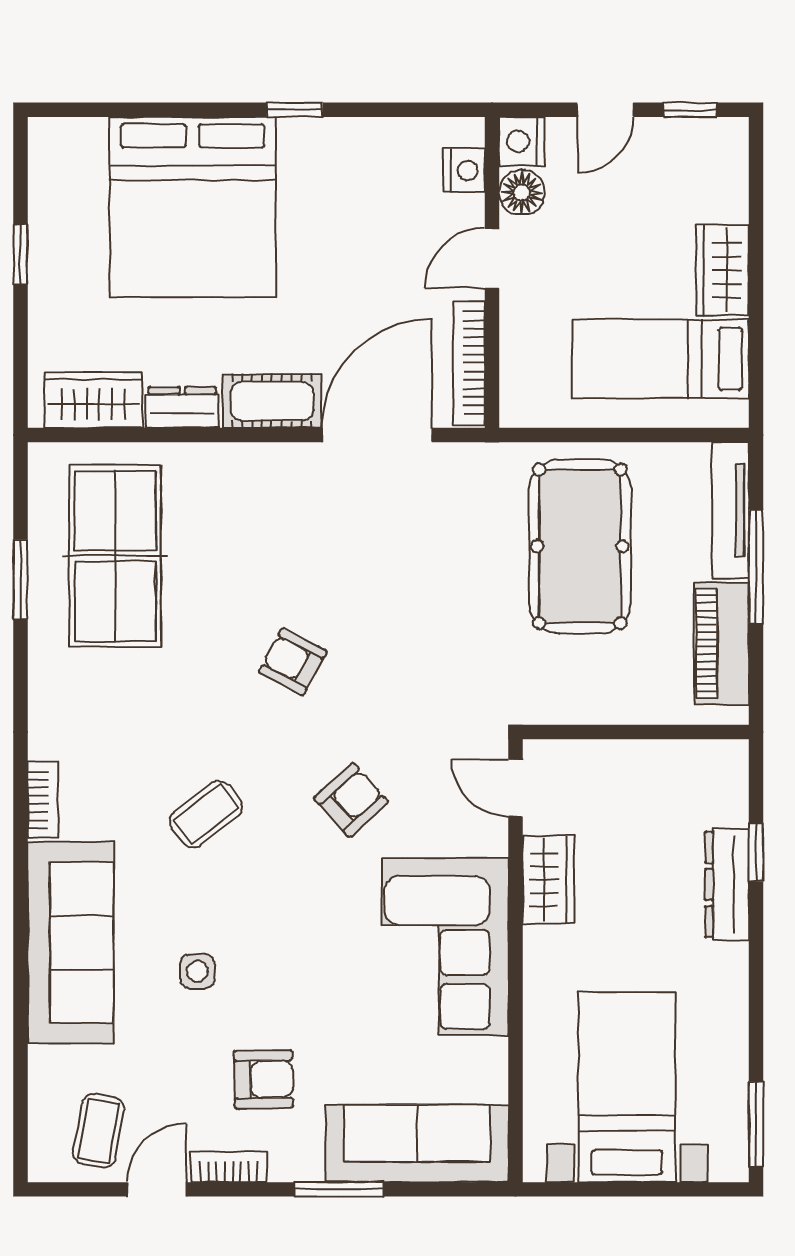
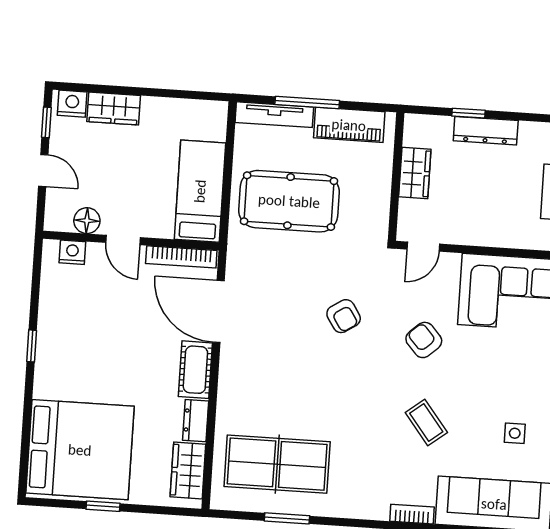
nightstand: (522, 141) -> (72, 104), moved, turned 180
bed: (193, 207) -> (80, 450), moved
wardrobe: (723, 270) -> (114, 109), moved
bed: (661, 359) -> (200, 191), moved, turned 180
armchair: (293, 662) -> (344, 316), moved, turned -61
wardrobe: (548, 880) -> (415, 173), moved, turned 90

